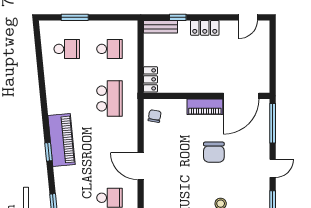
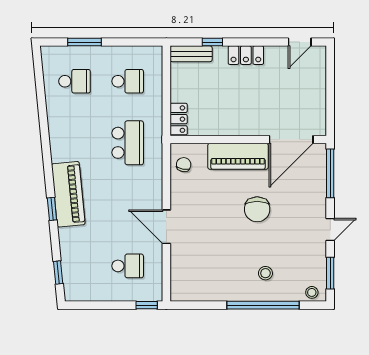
piano: (205, 107) -> (238, 156), width x1.37, depth x1.33

